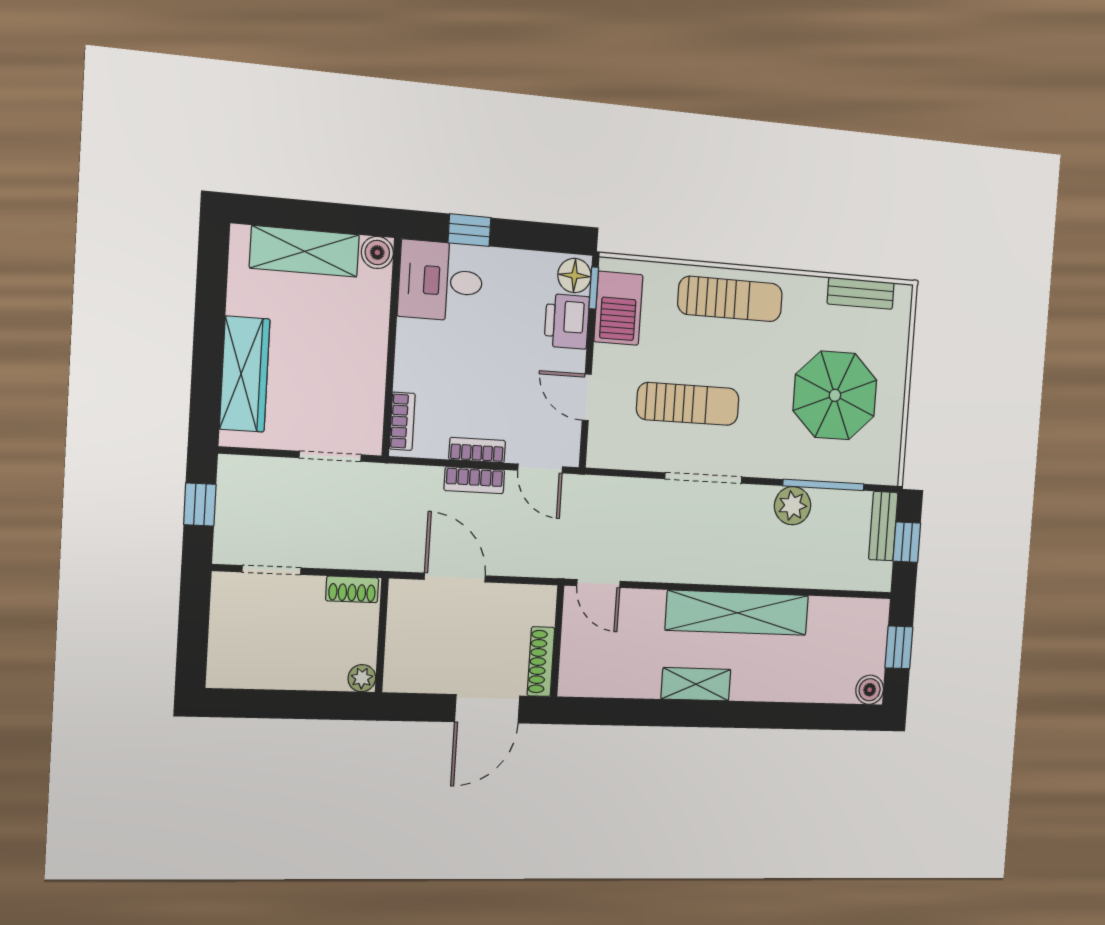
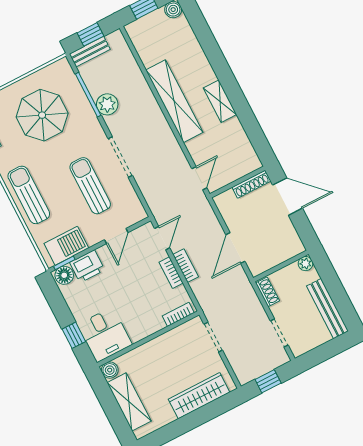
bench: (265, 673) -> (327, 309), added

